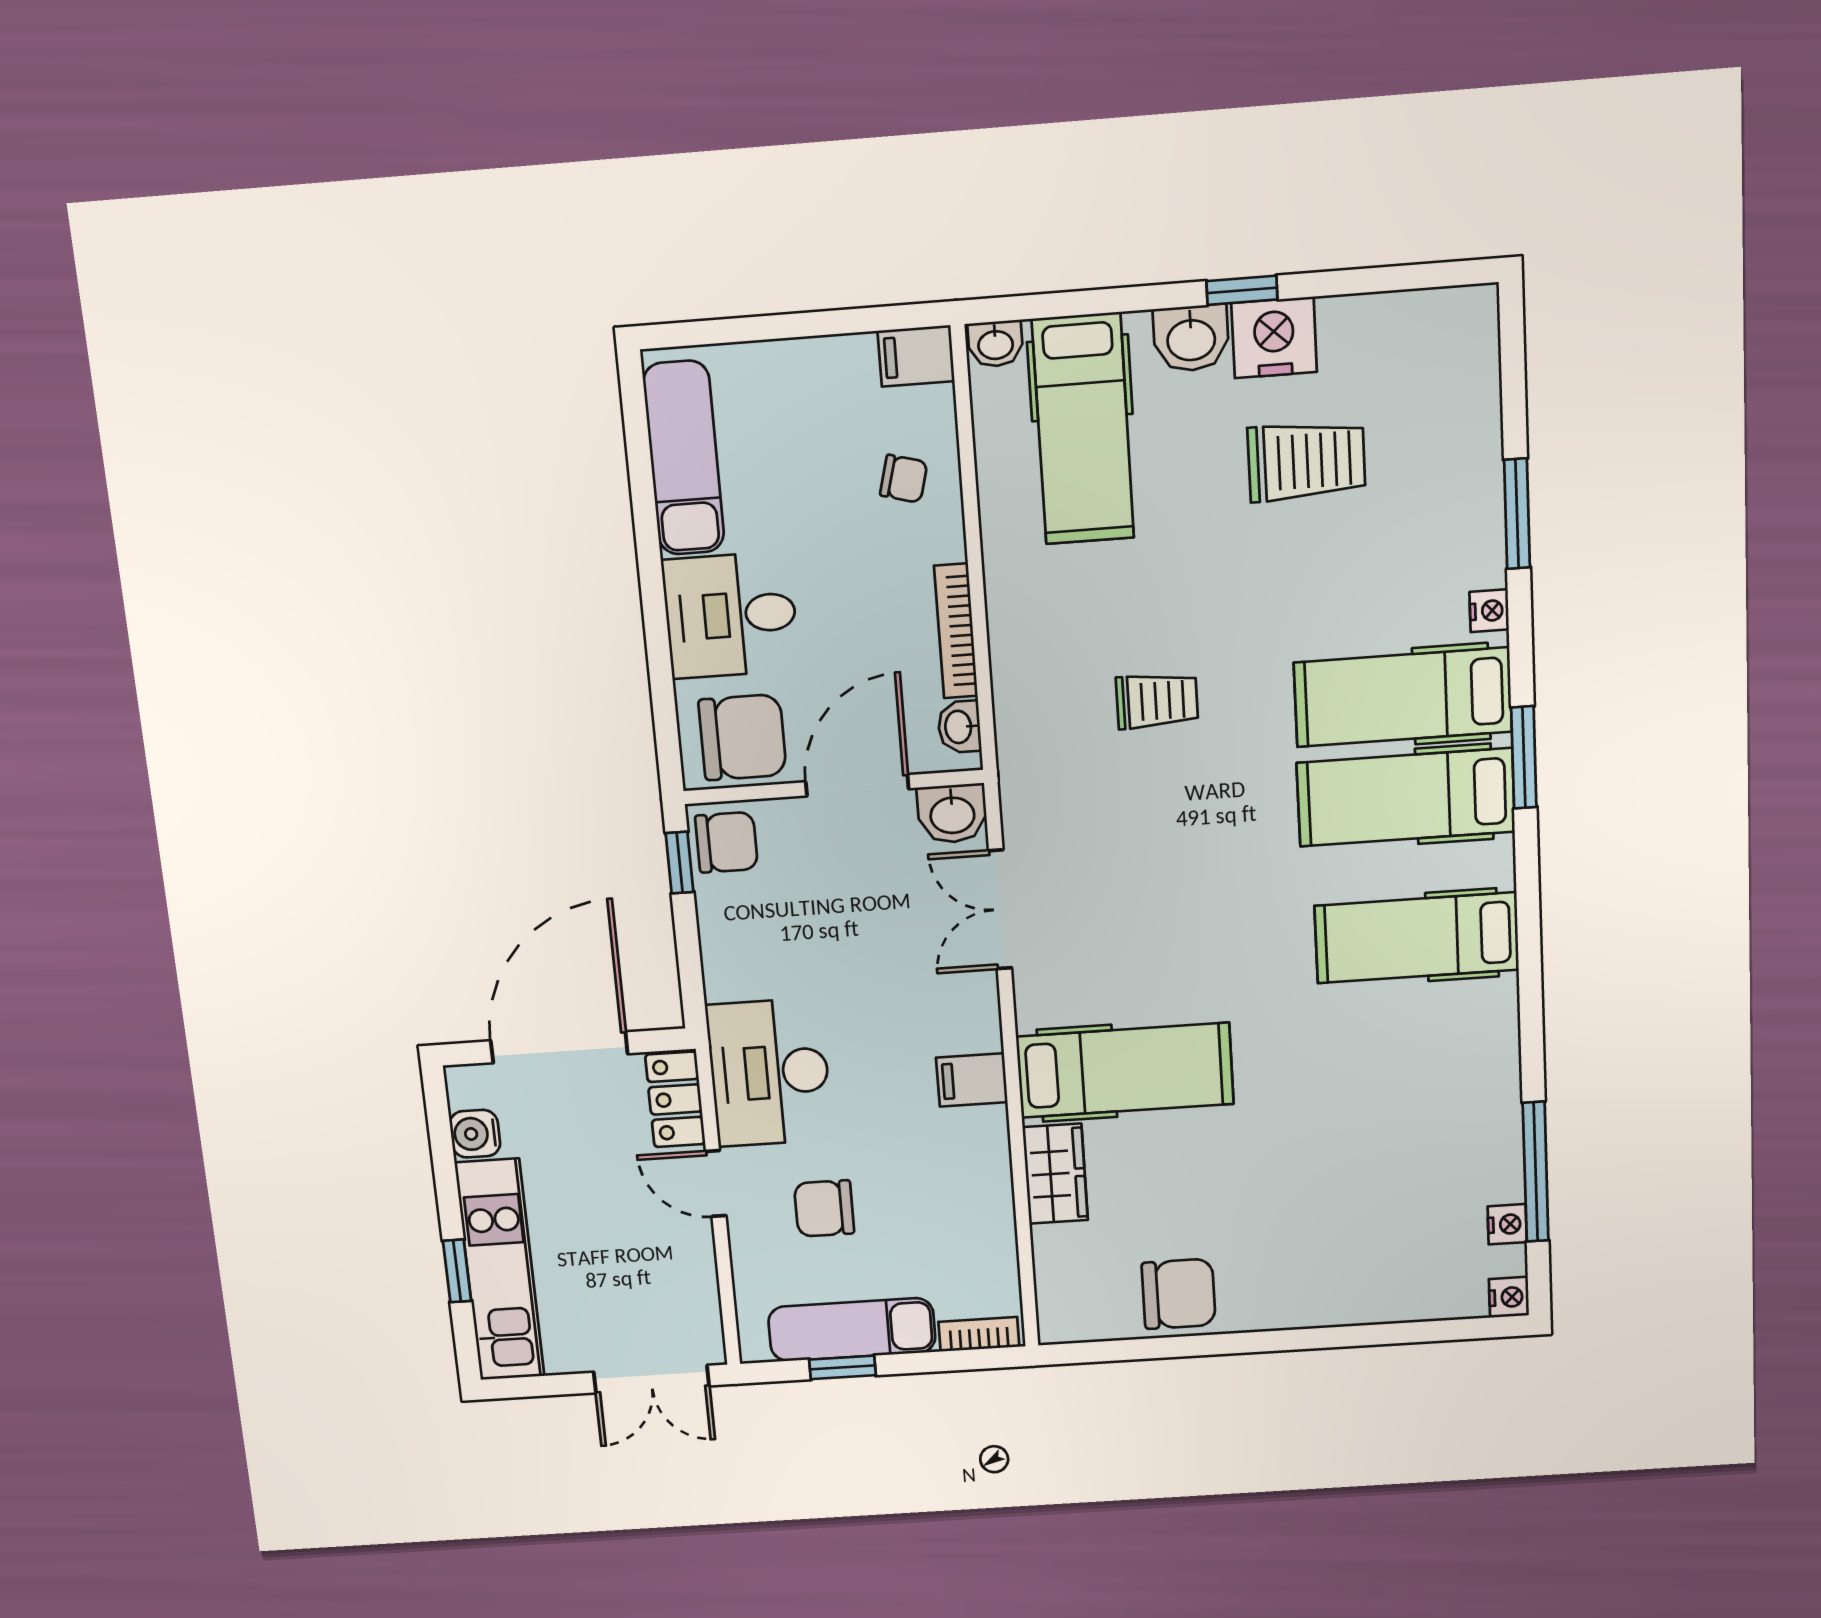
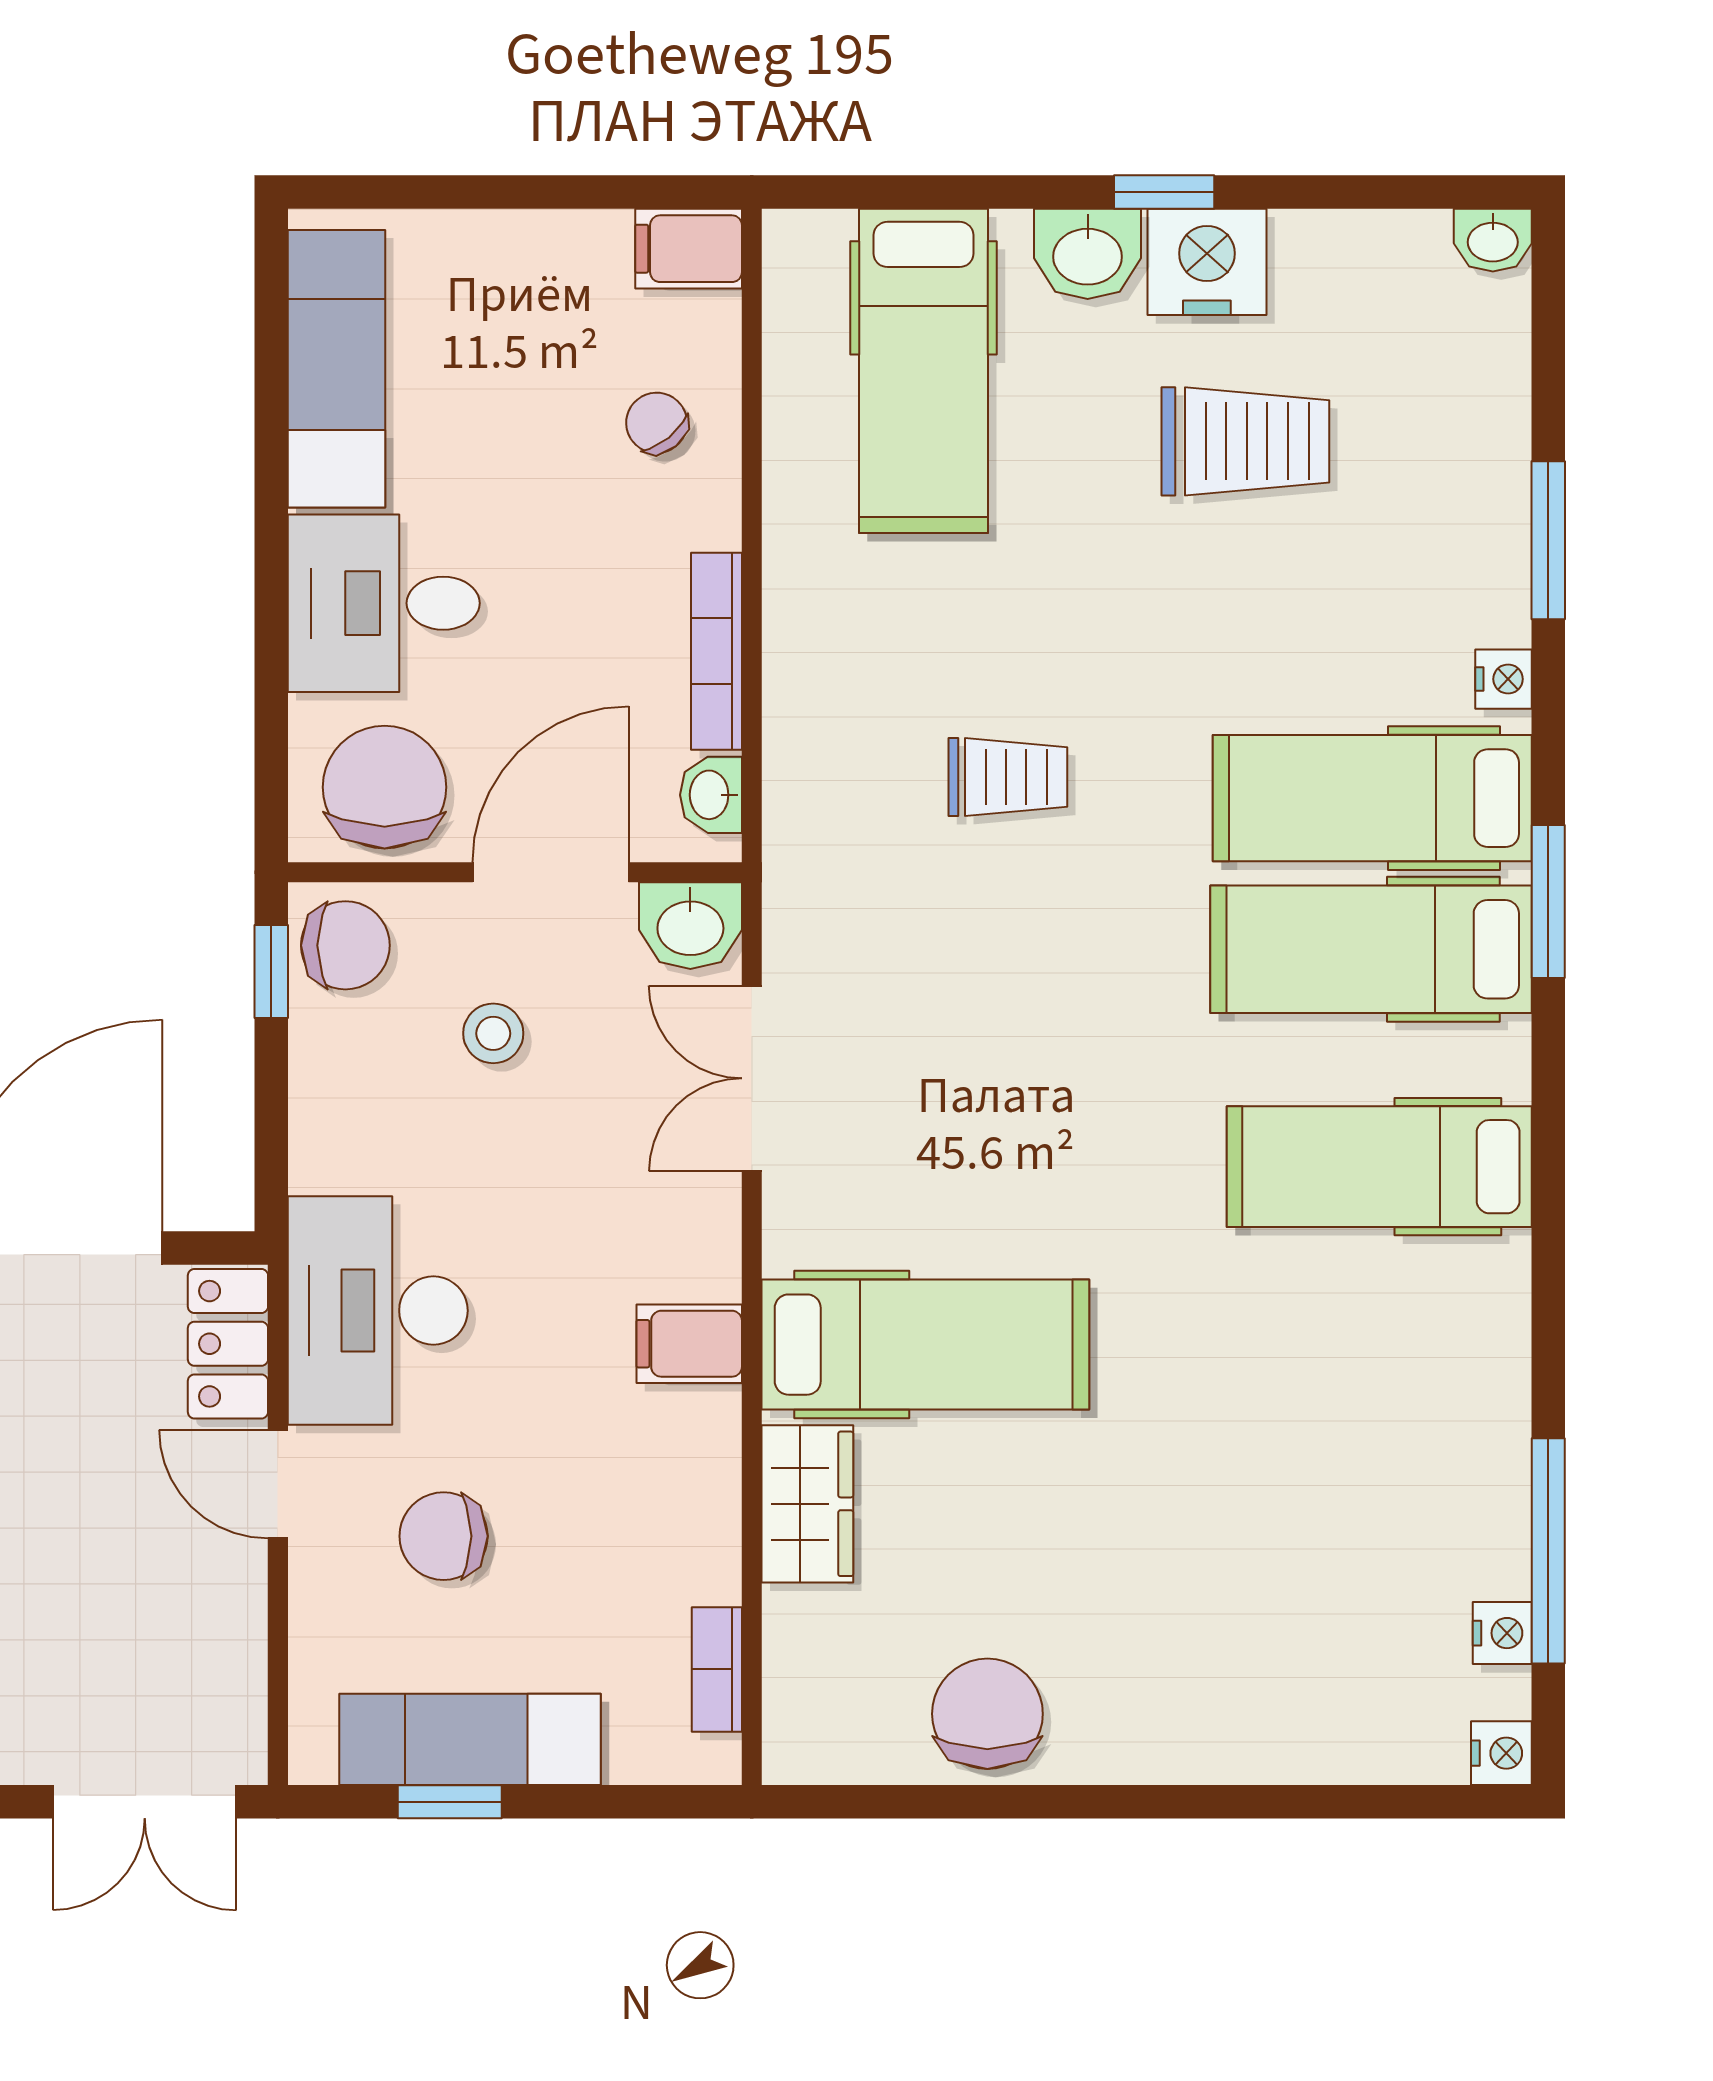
washbasin: (995, 344) -> (1493, 240), moved
chair: (904, 479) -> (657, 423), turned -144
chair: (742, 737) -> (385, 787), turned -90
stool: (828, 892) -> (493, 1033), added
chair: (1179, 1294) -> (987, 1714), turned -90
bookcase: (979, 1334) -> (717, 1669), moved, turned -90

